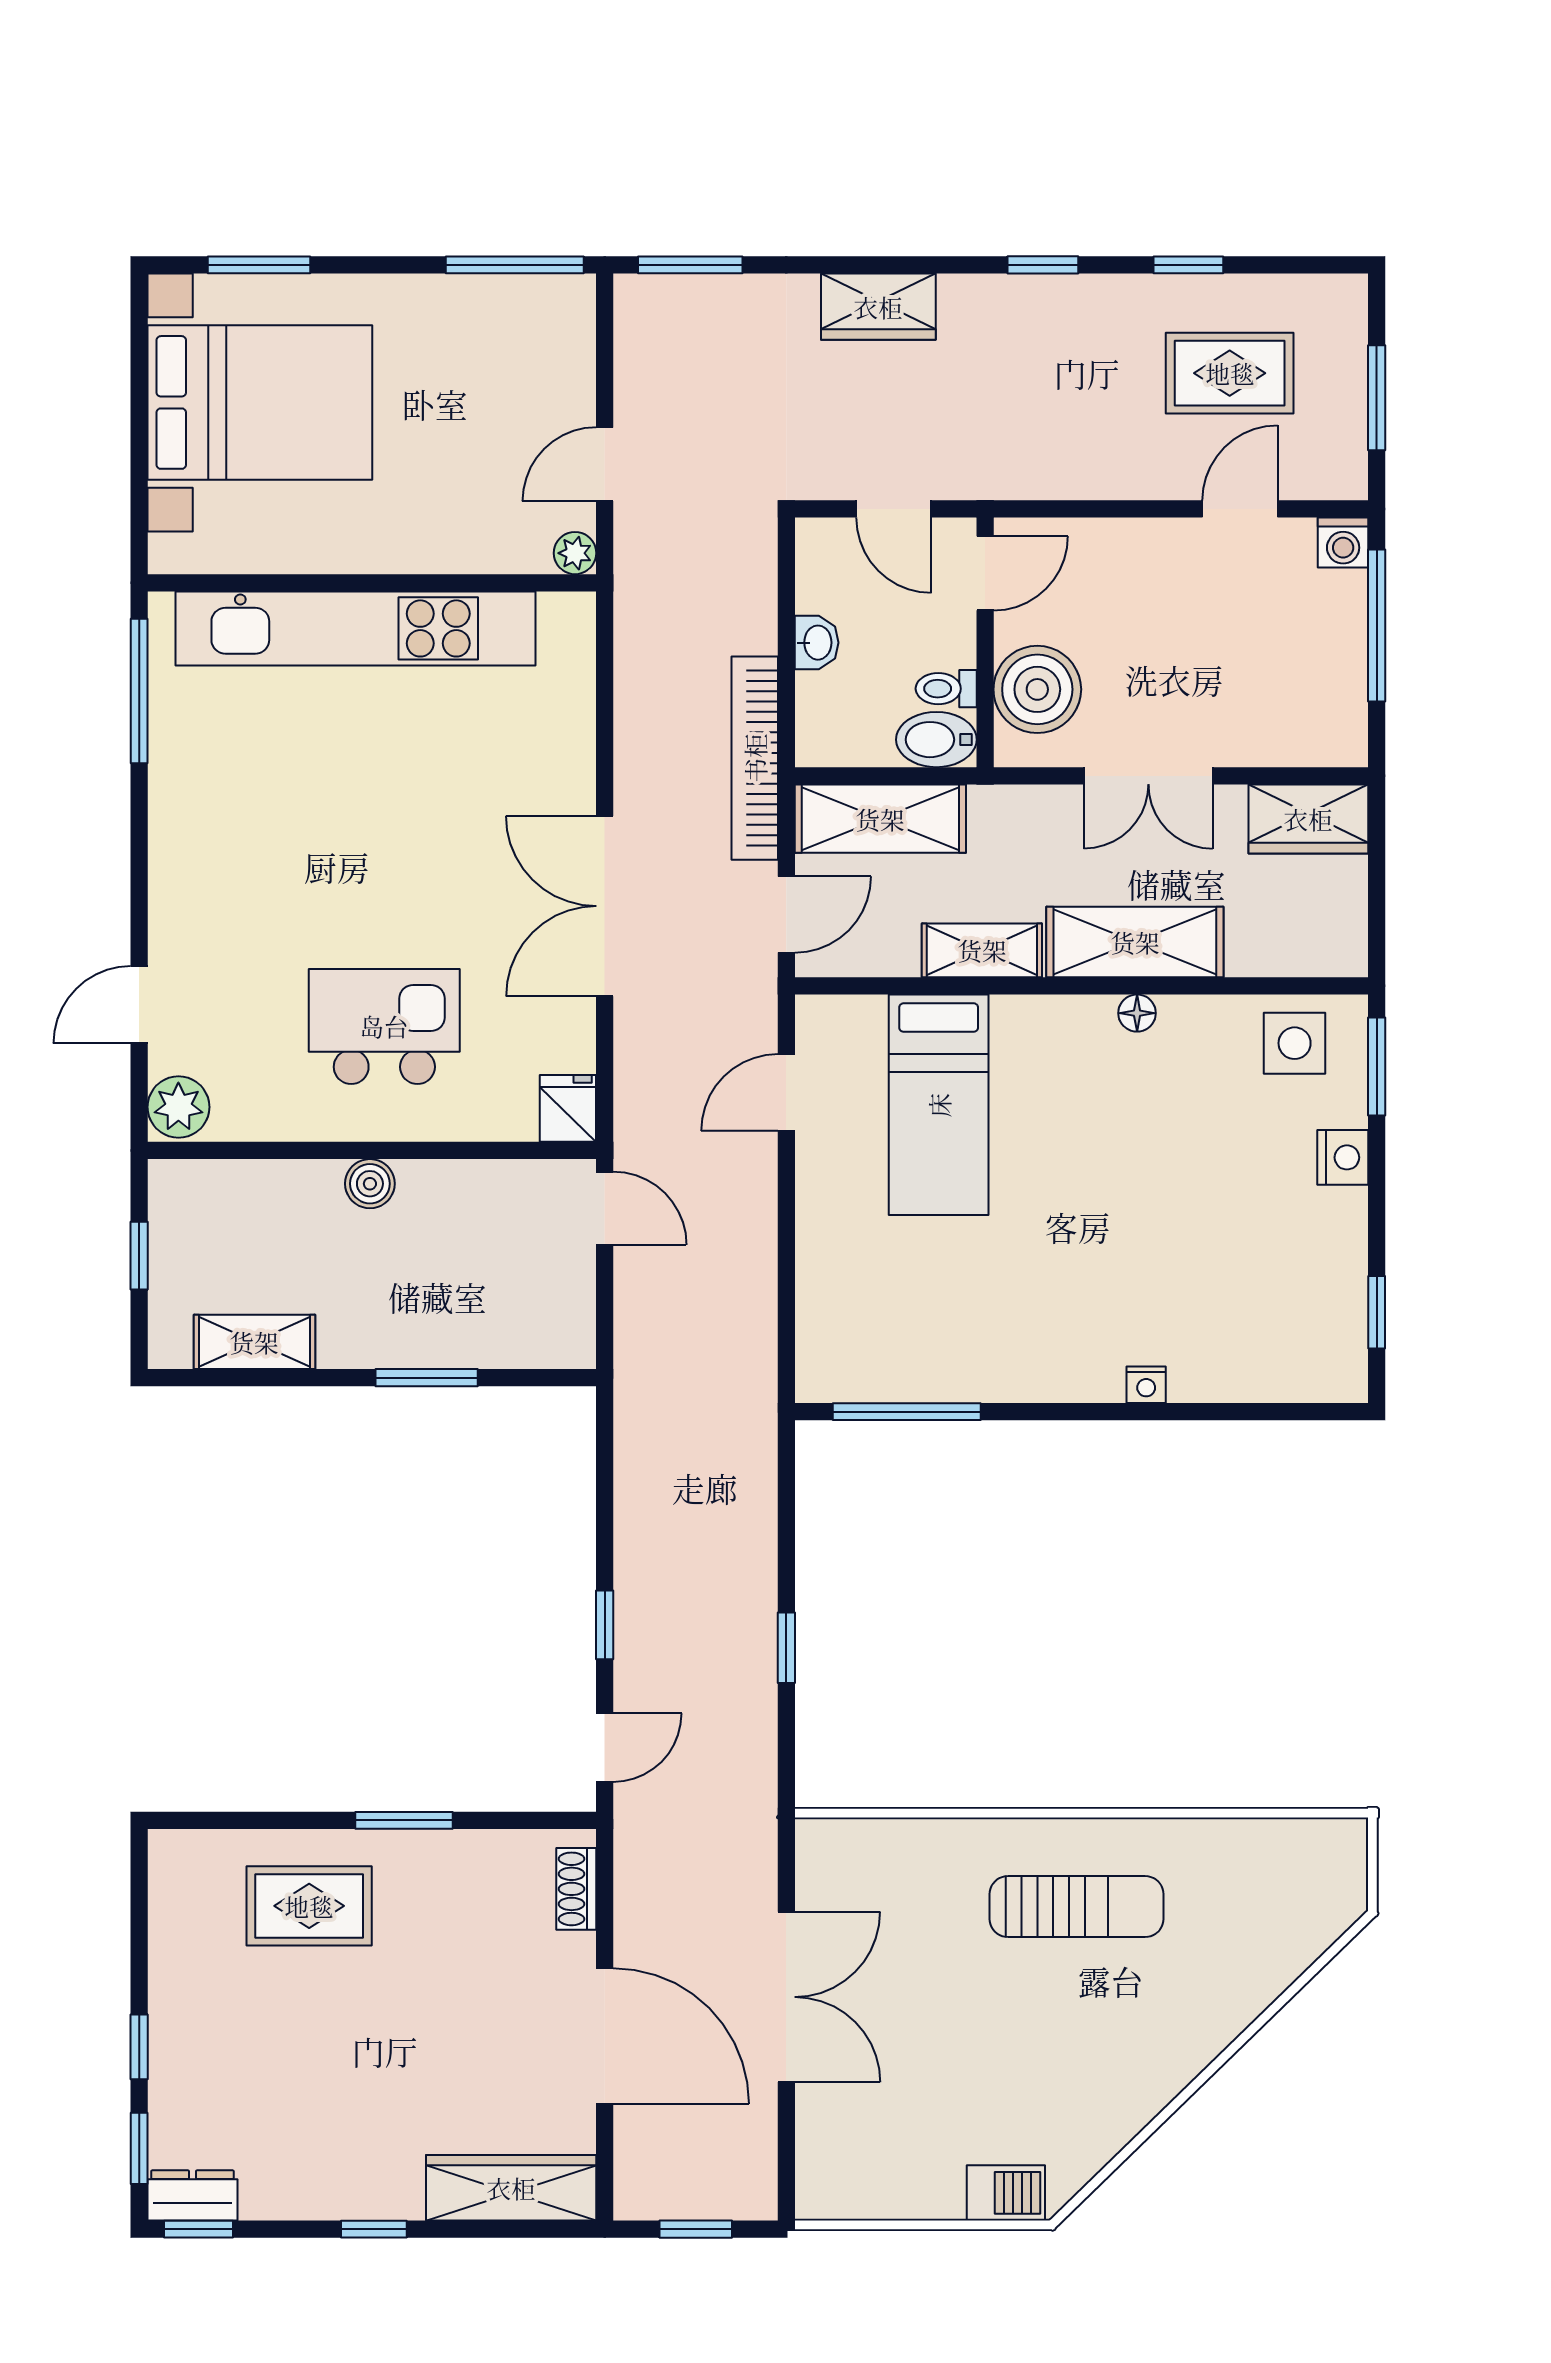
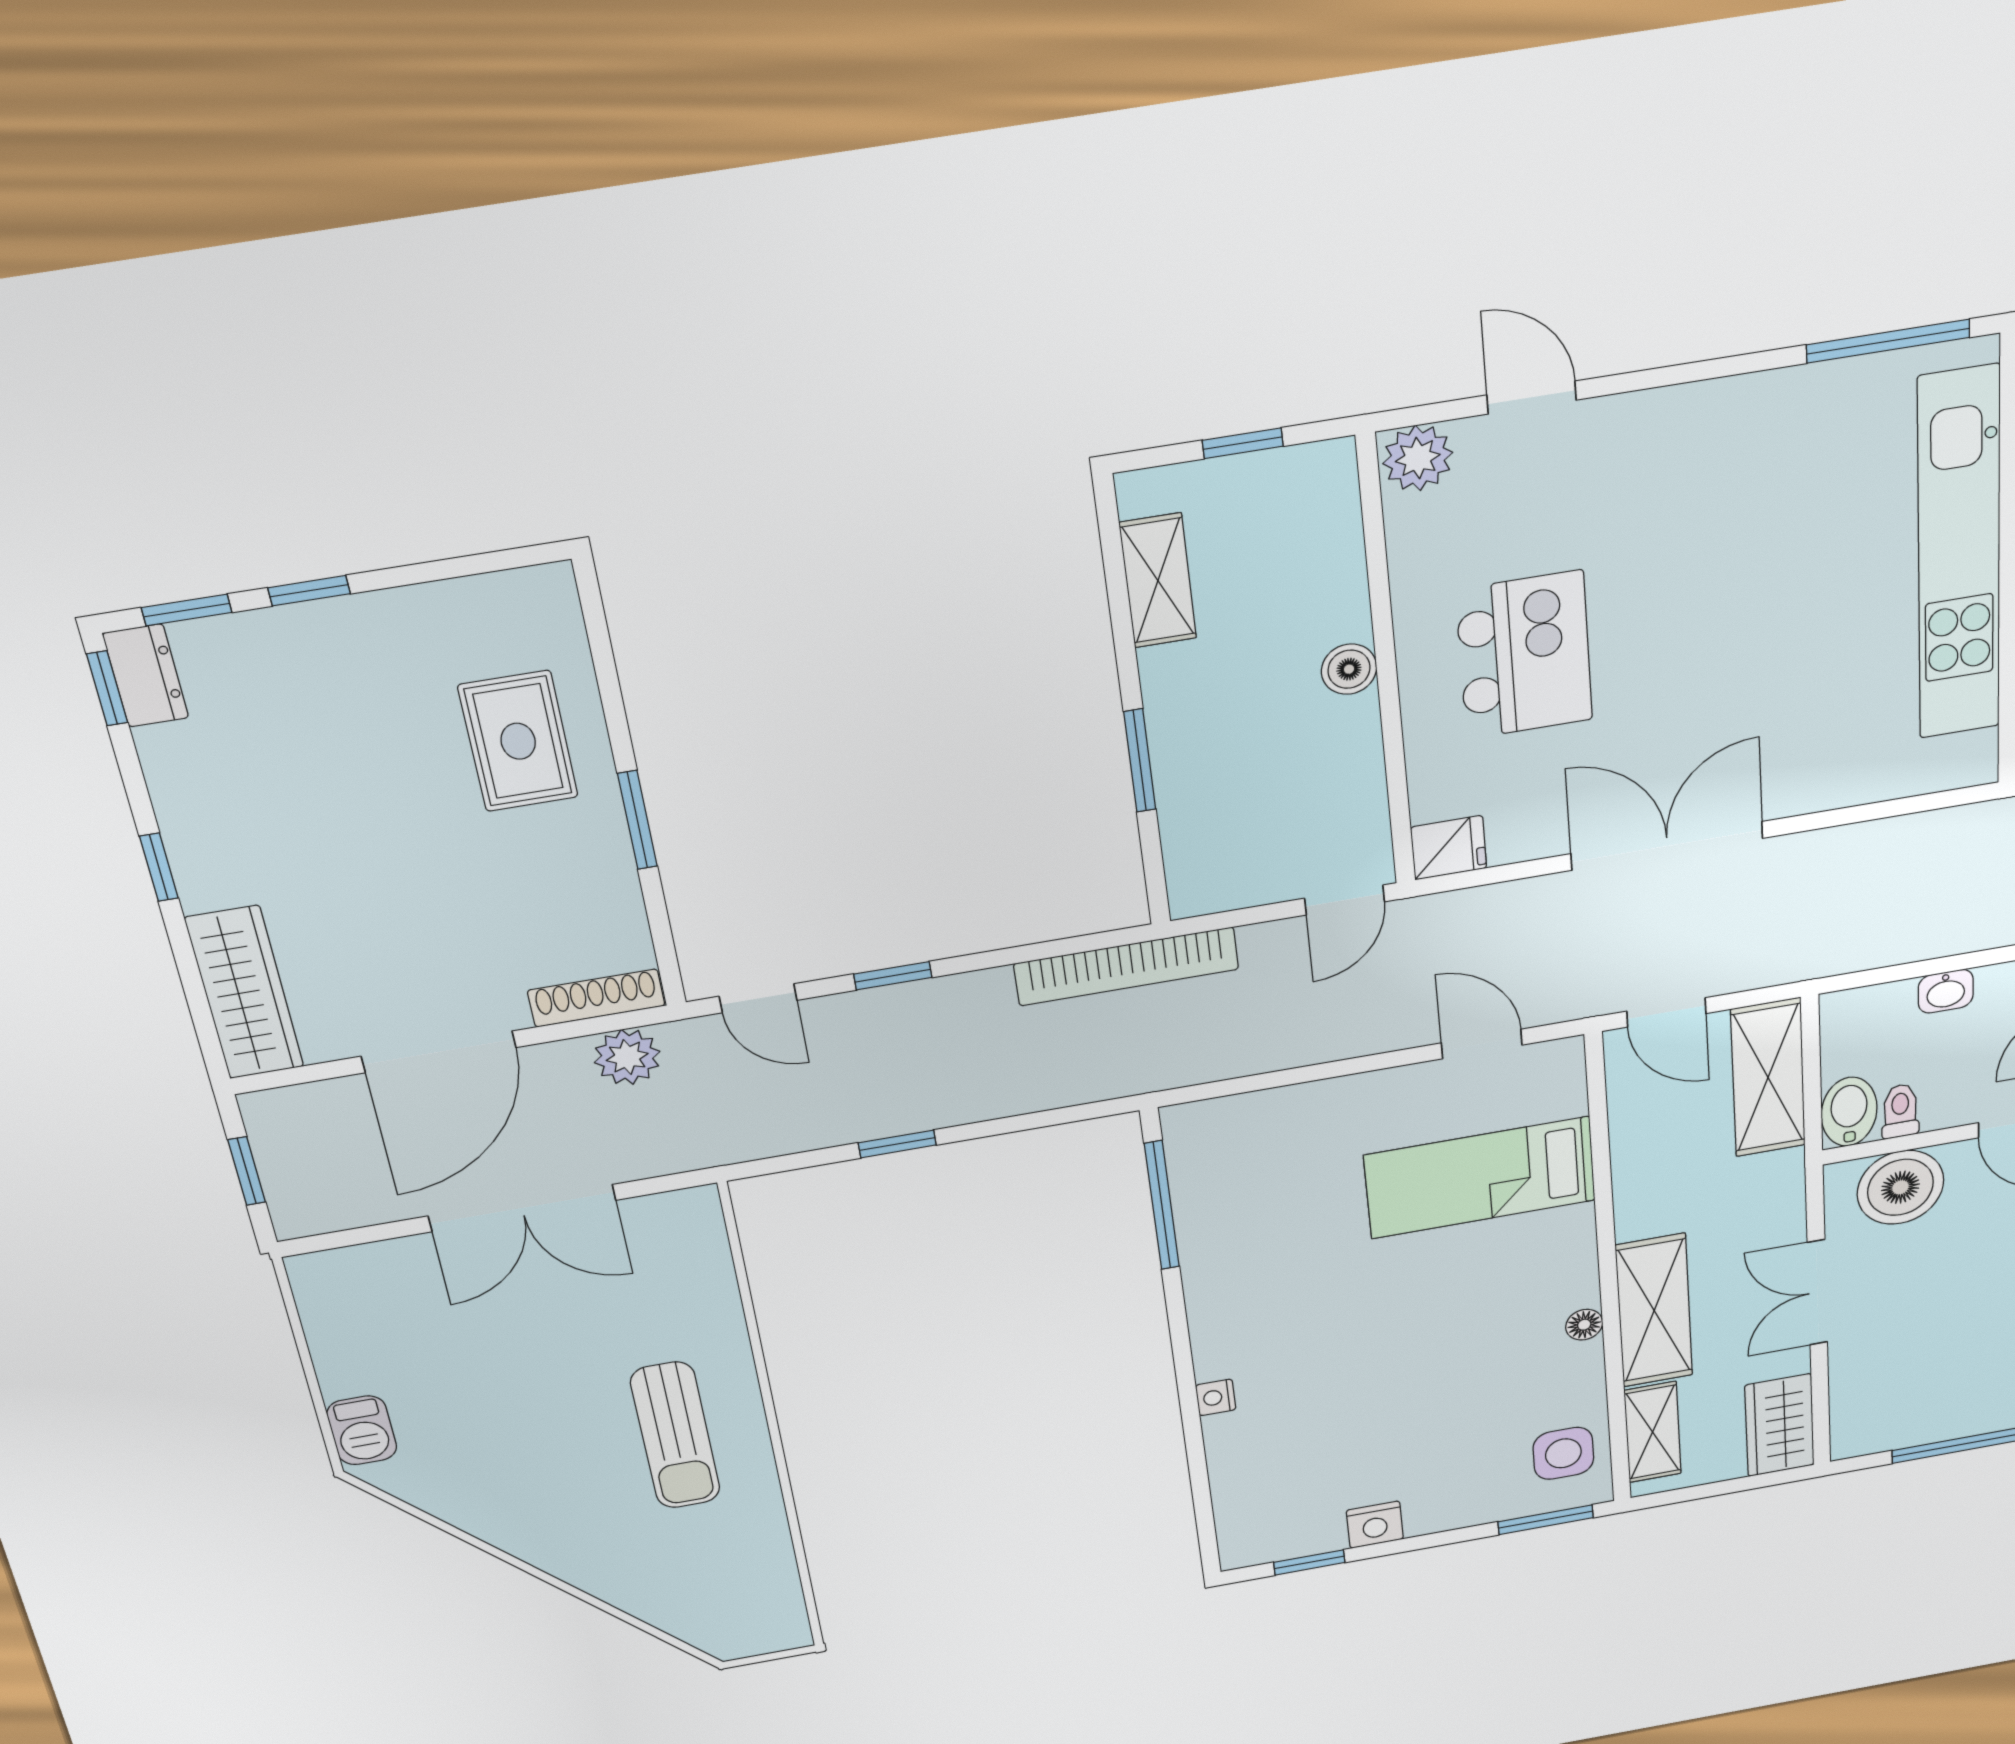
bookcase: (755, 758) -> (1126, 966), moved, turned 180
shelving: (982, 950) -> (1653, 1432), moved
nightstand: (1343, 1157) -> (1375, 1525), moved
plant: (643, 1873) -> (627, 1057), added
shoe rack: (576, 1889) -> (596, 998), width x1.43

